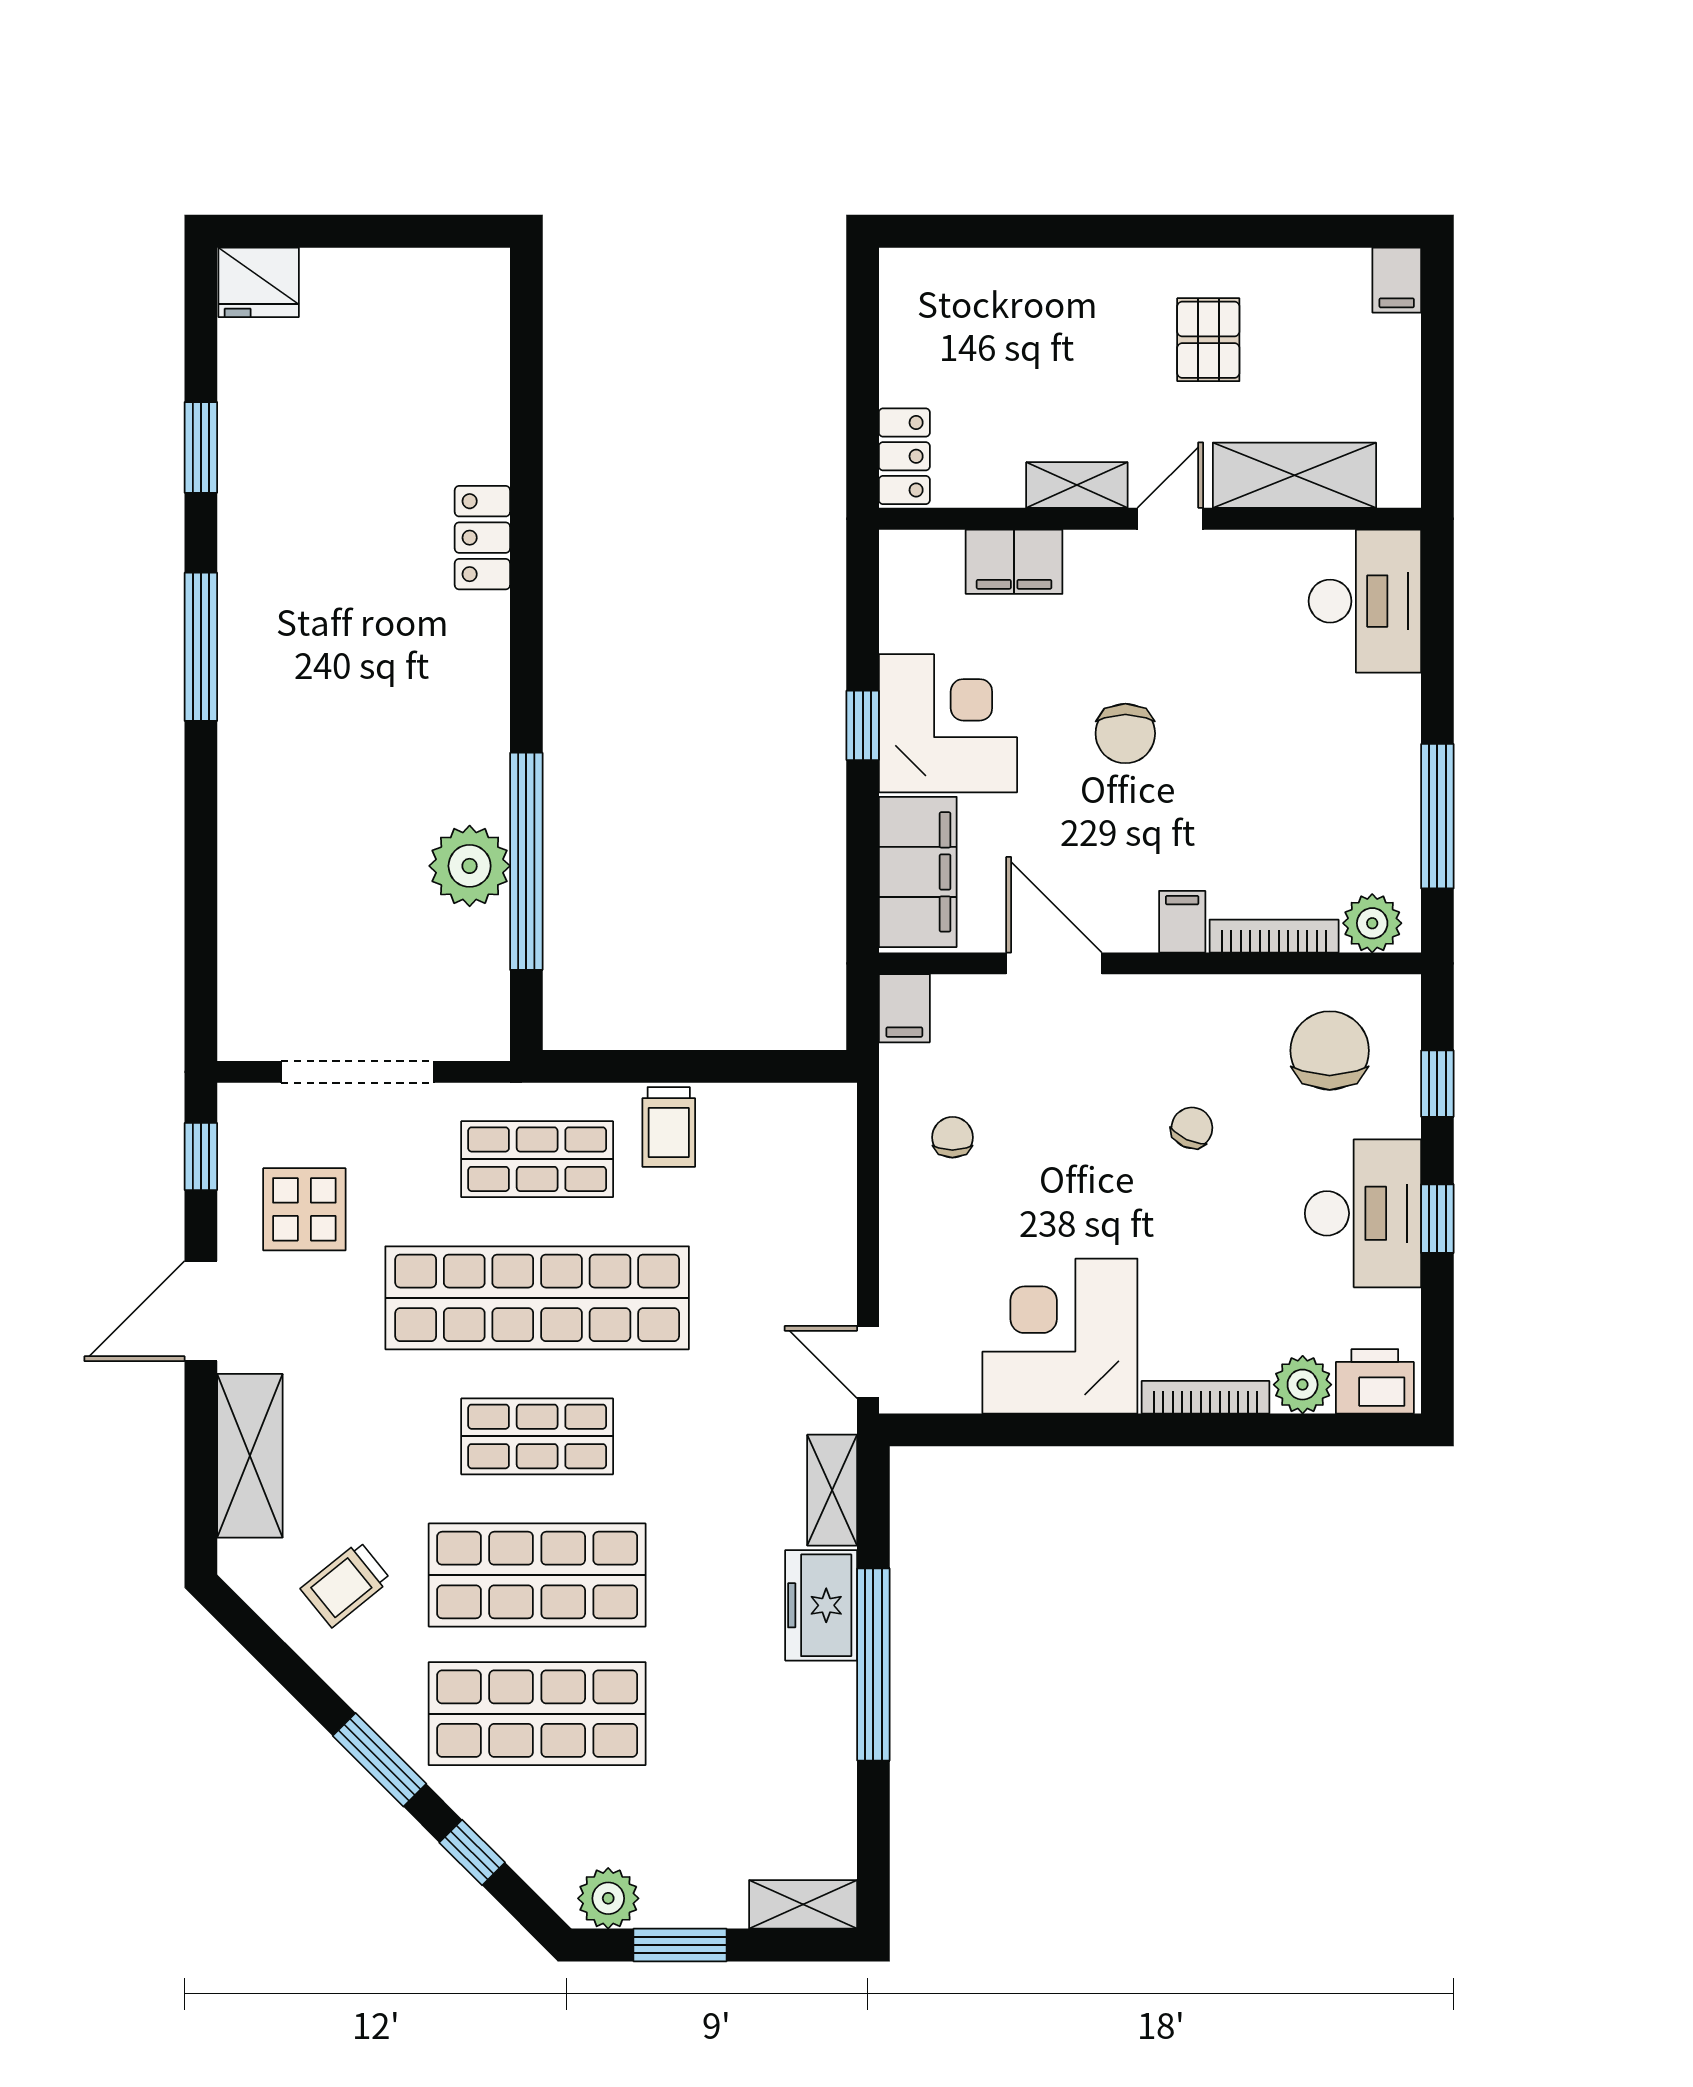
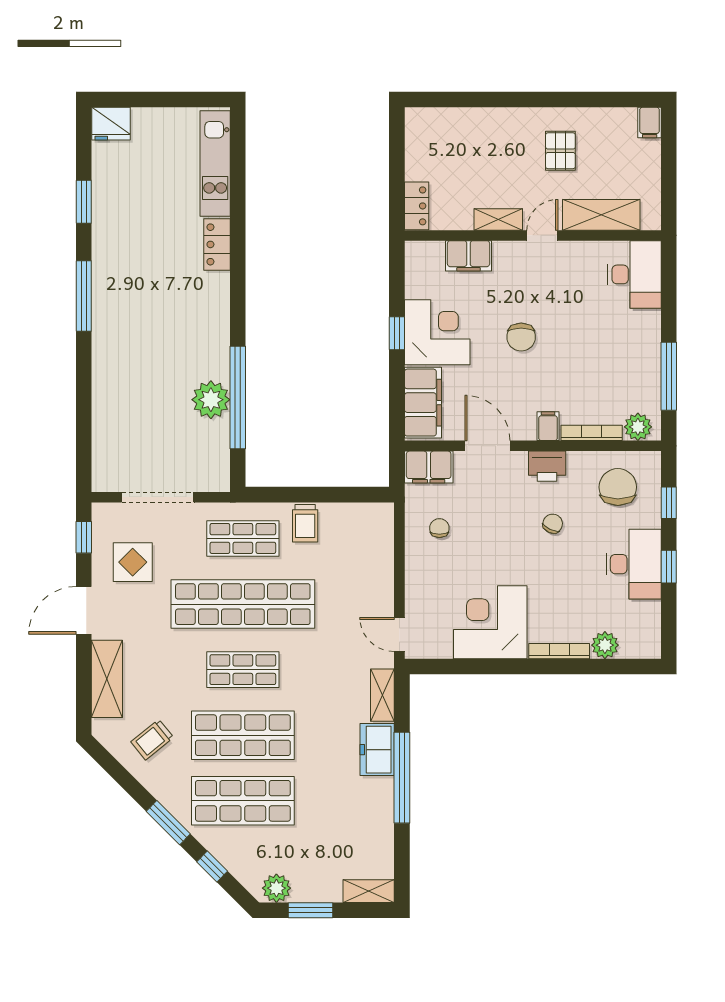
kitchen unit: (479, 367) -> (215, 164), added
filing cabinet: (904, 1008) -> (429, 467), width x2.00
printer: (1375, 1381) -> (547, 466), moved, turned 180

